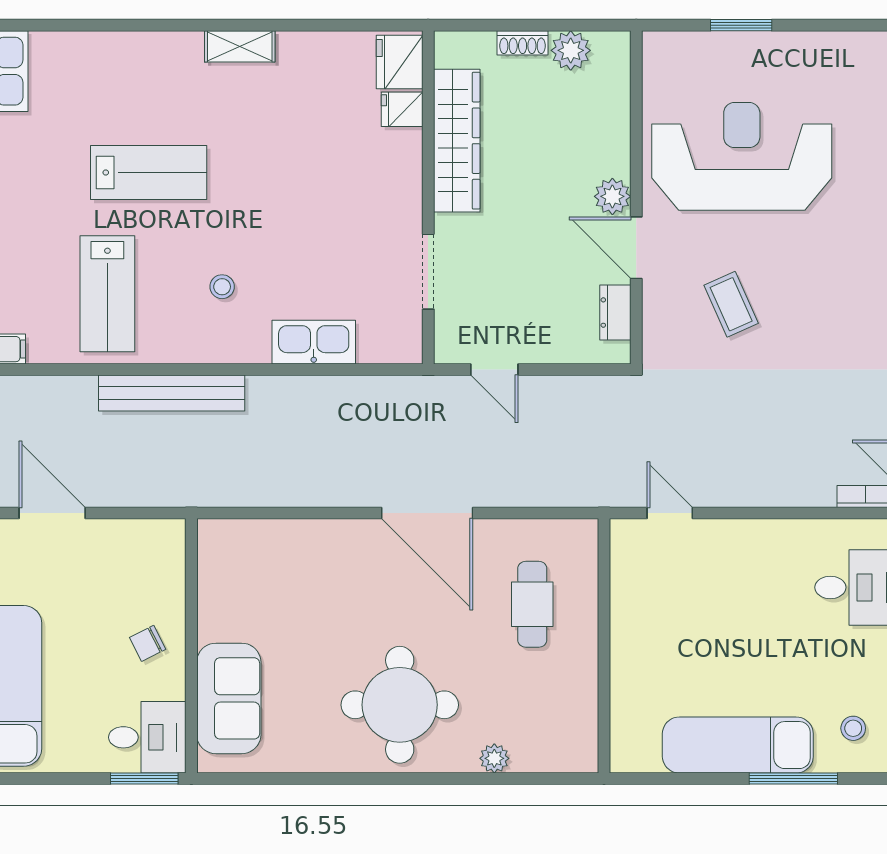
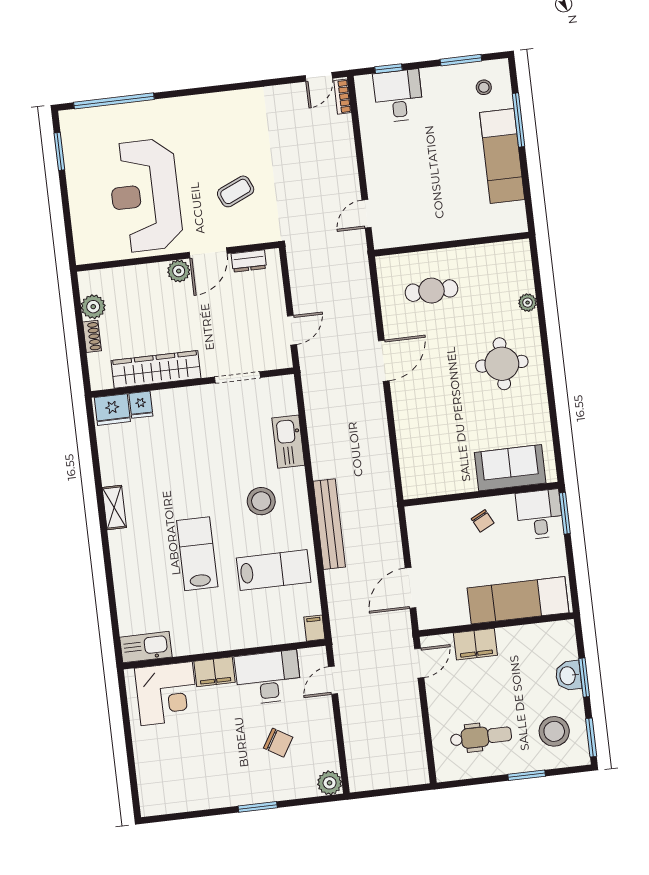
window: (741, 25) -> (59, 151), moved
stool: (222, 287) -> (261, 501), width x1.89, depth x1.89
door: (427, 513) -> (384, 361), width x0.73
round table: (400, 705) -> (502, 364), width x0.73, depth x0.73

